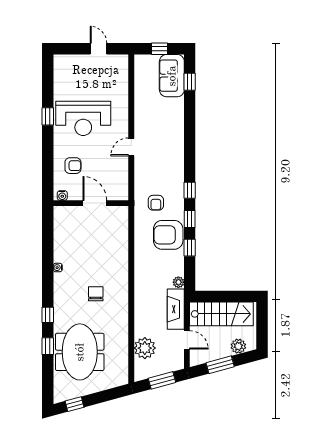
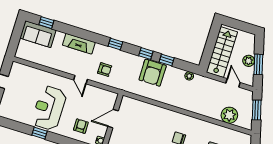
window: (160, 49) -> (16, 37), removed
reception desk: (83, 118) -> (49, 108), turned 180
window: (190, 190) -> (115, 44), moved
armchair: (156, 203) -> (105, 70), moved
fireplace: (176, 309) -> (79, 44), moved
door: (187, 340) -> (233, 83), hinge flipped
plant: (238, 346) -> (249, 61), moved

